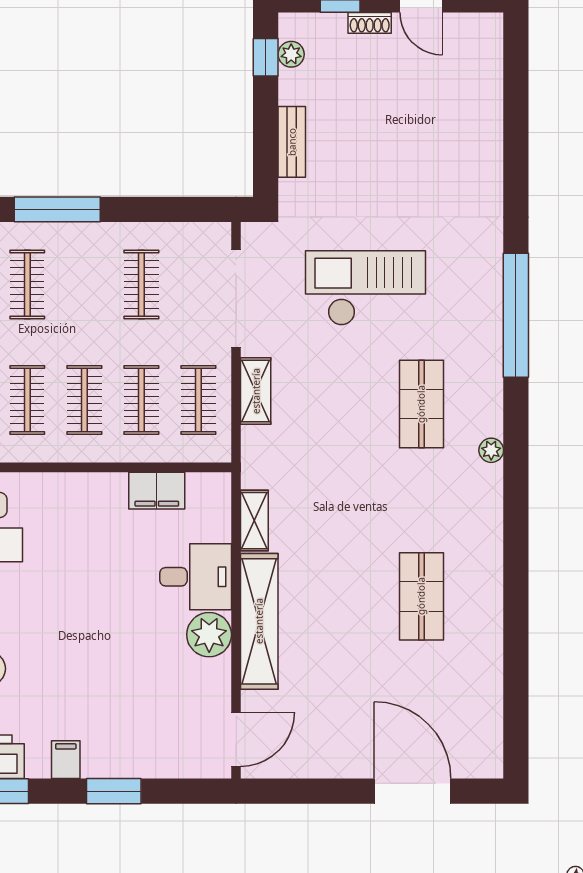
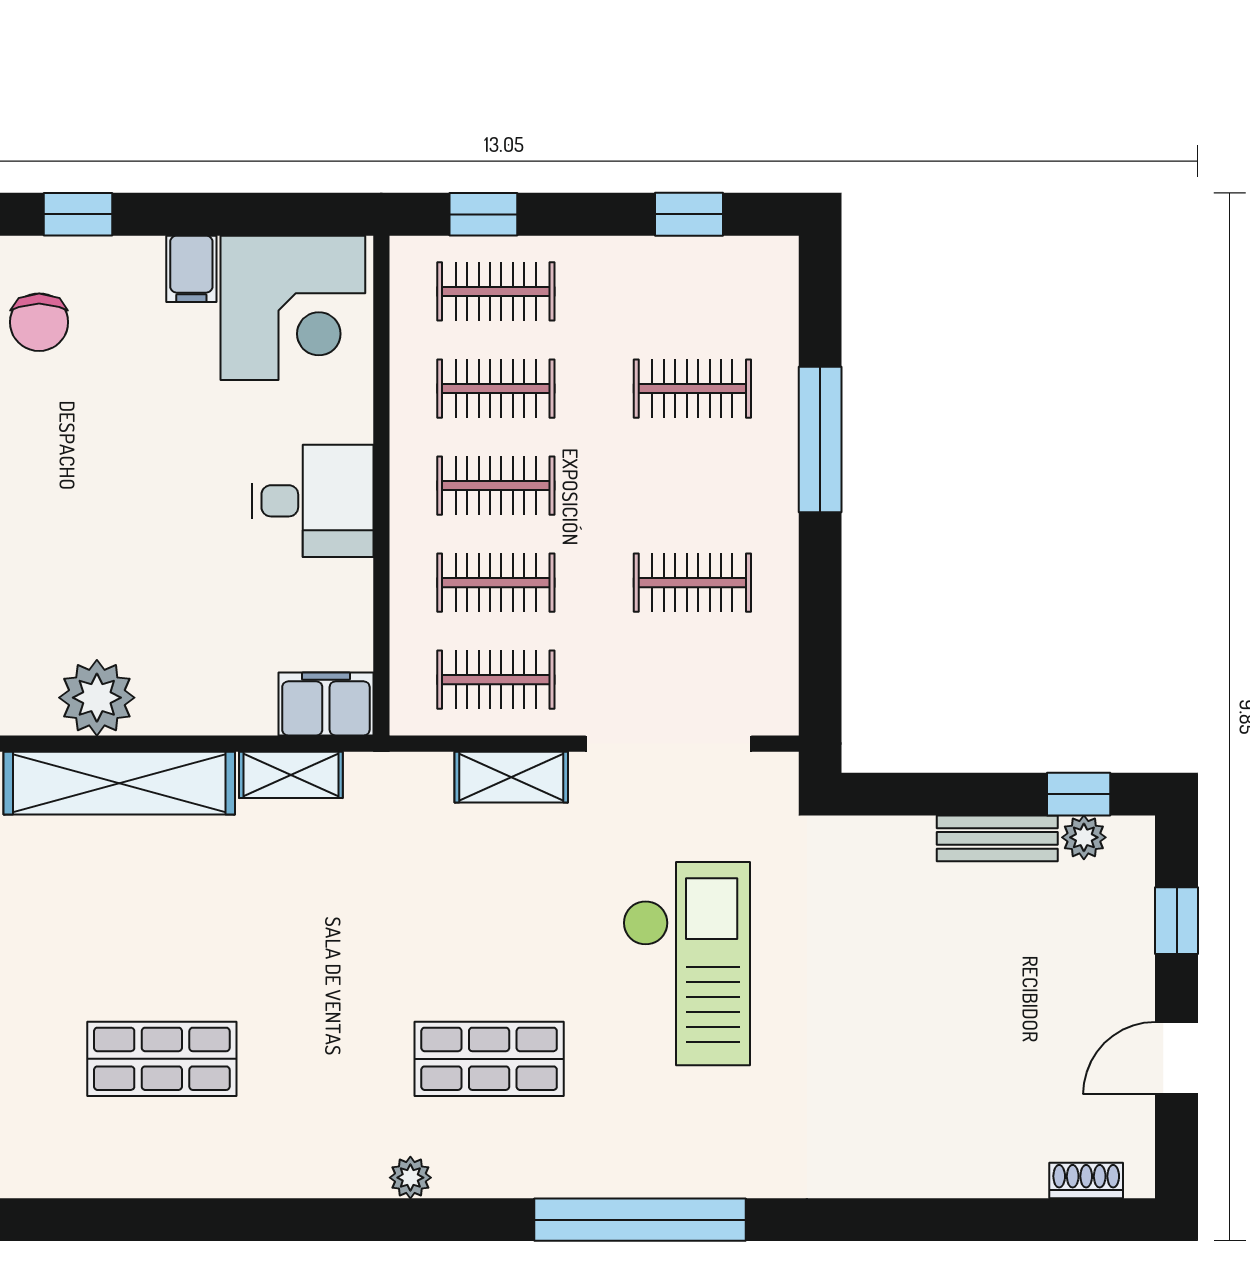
shoe rack: (370, 23) -> (1086, 1181), moved, turned 90
bench: (292, 142) -> (997, 838), moved
filing cabinet: (157, 491) -> (326, 704), moved, turned 90
desk: (196, 577) -> (313, 501), moved, turned -90

